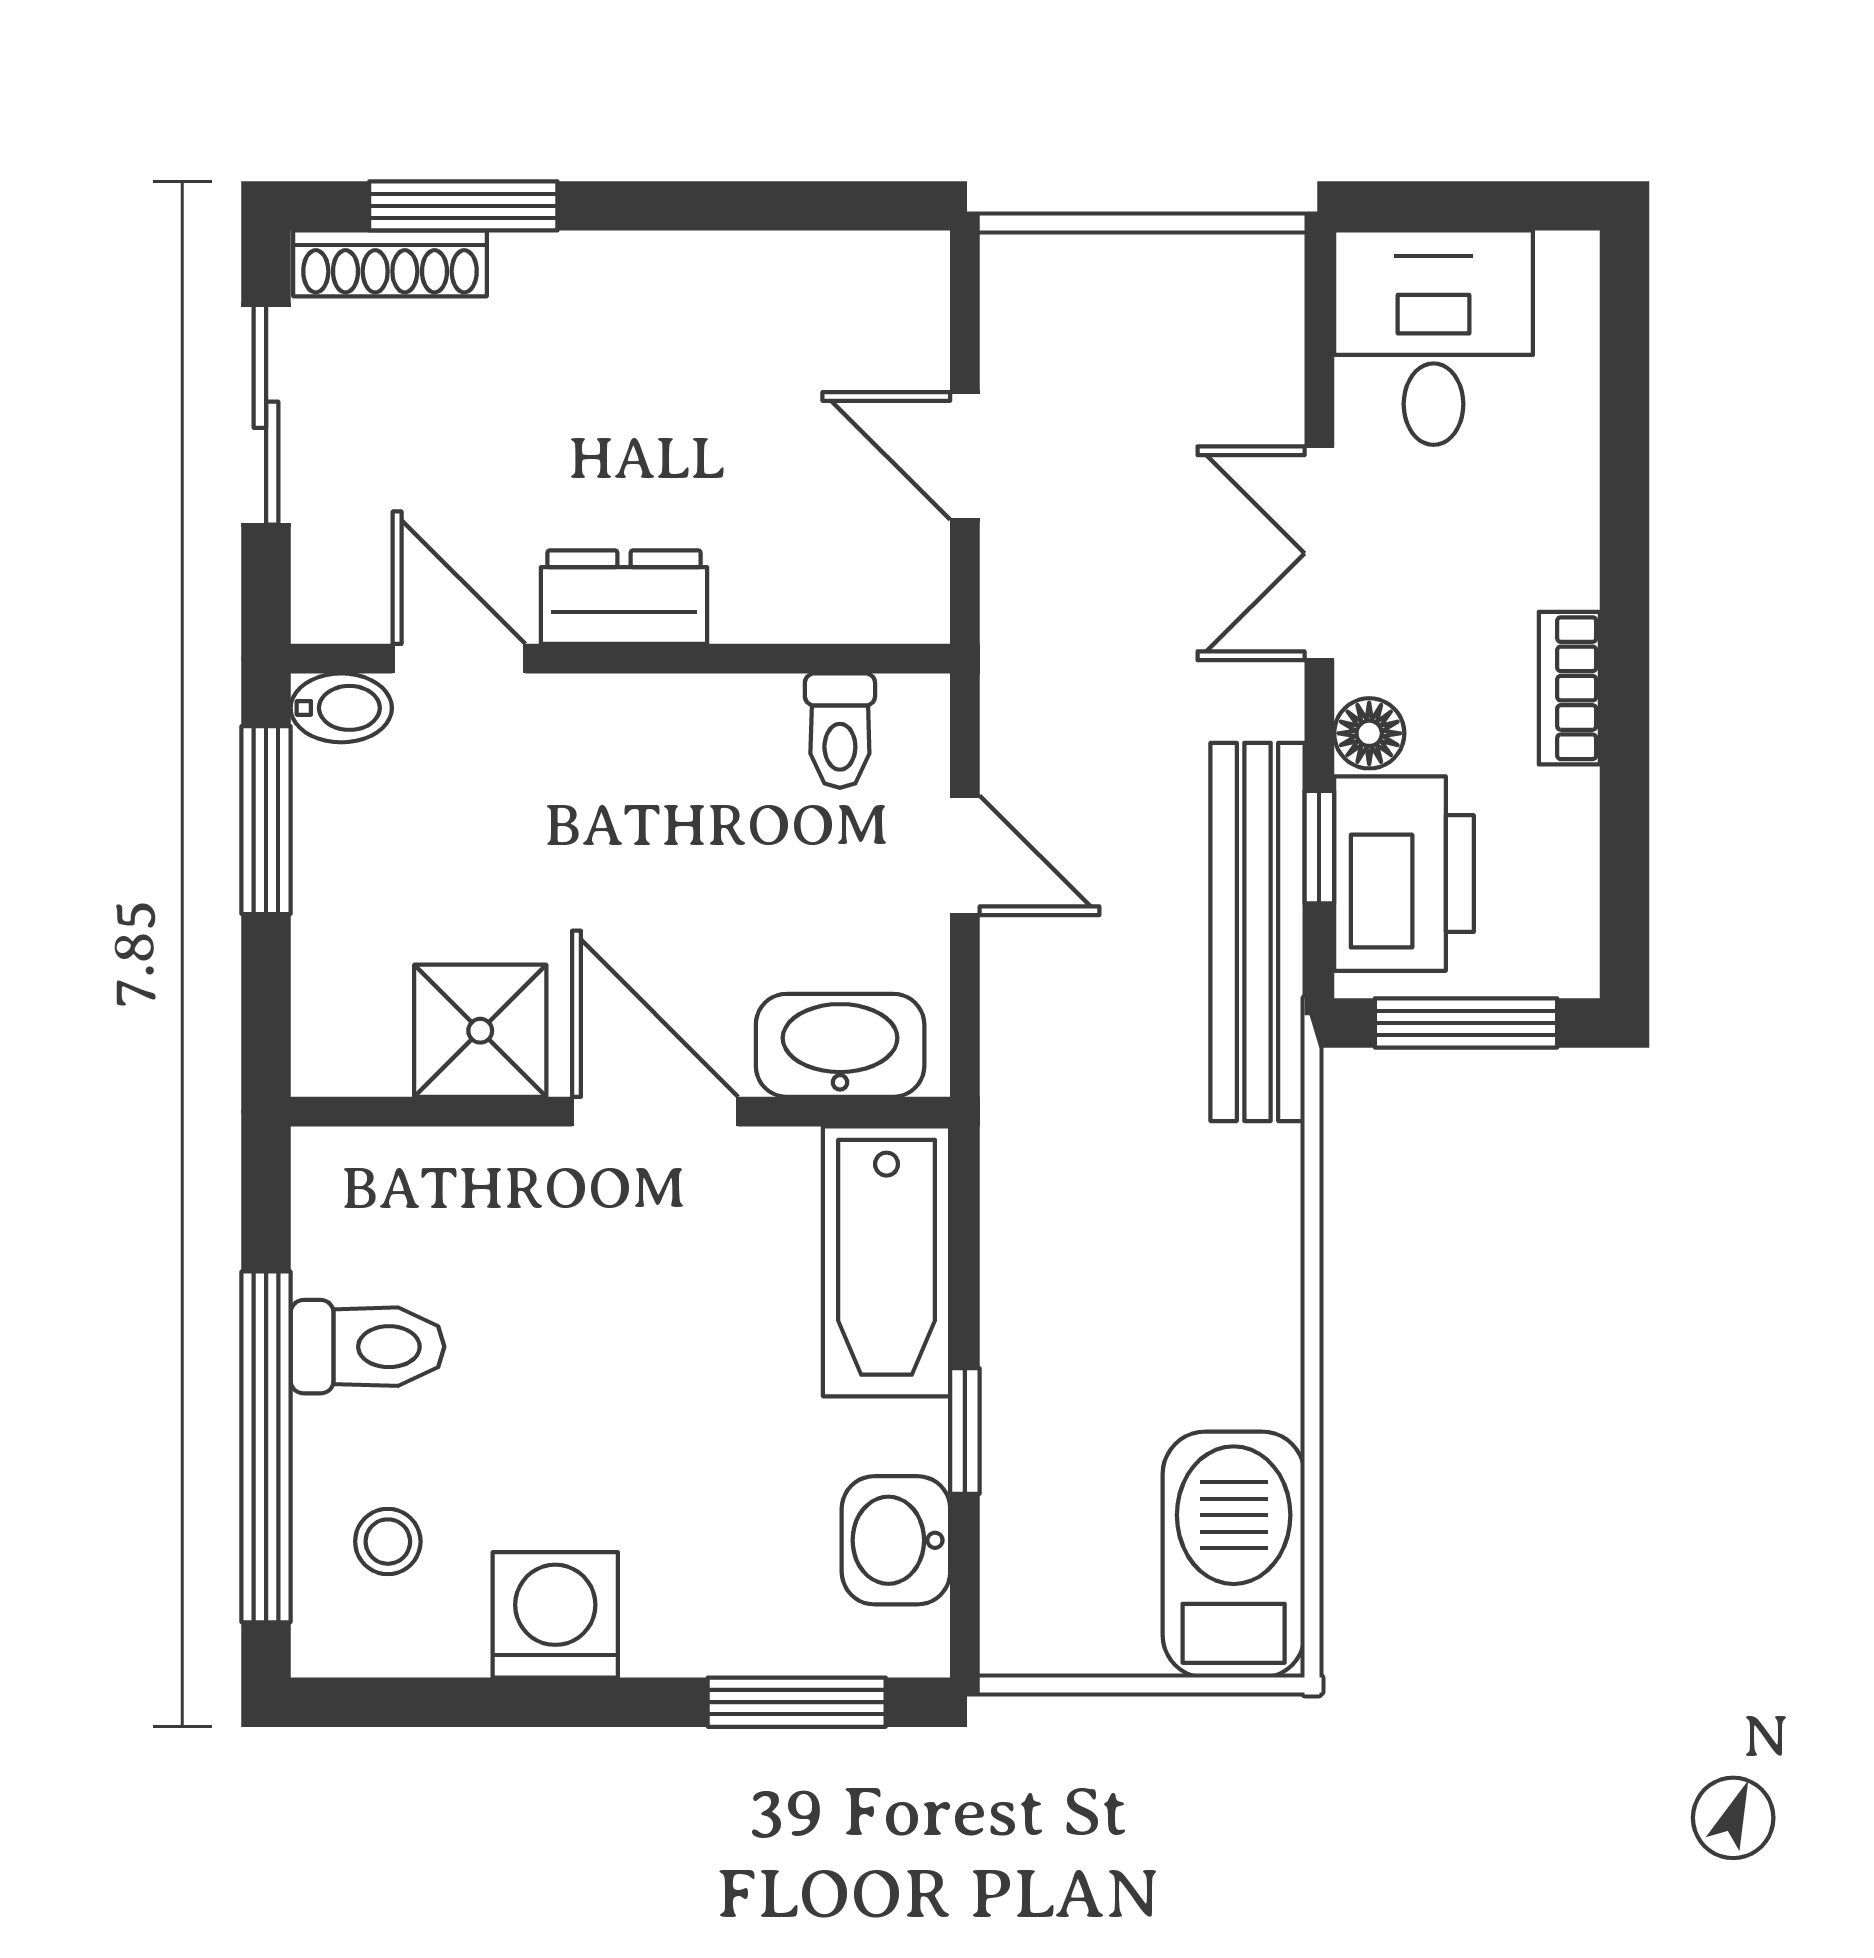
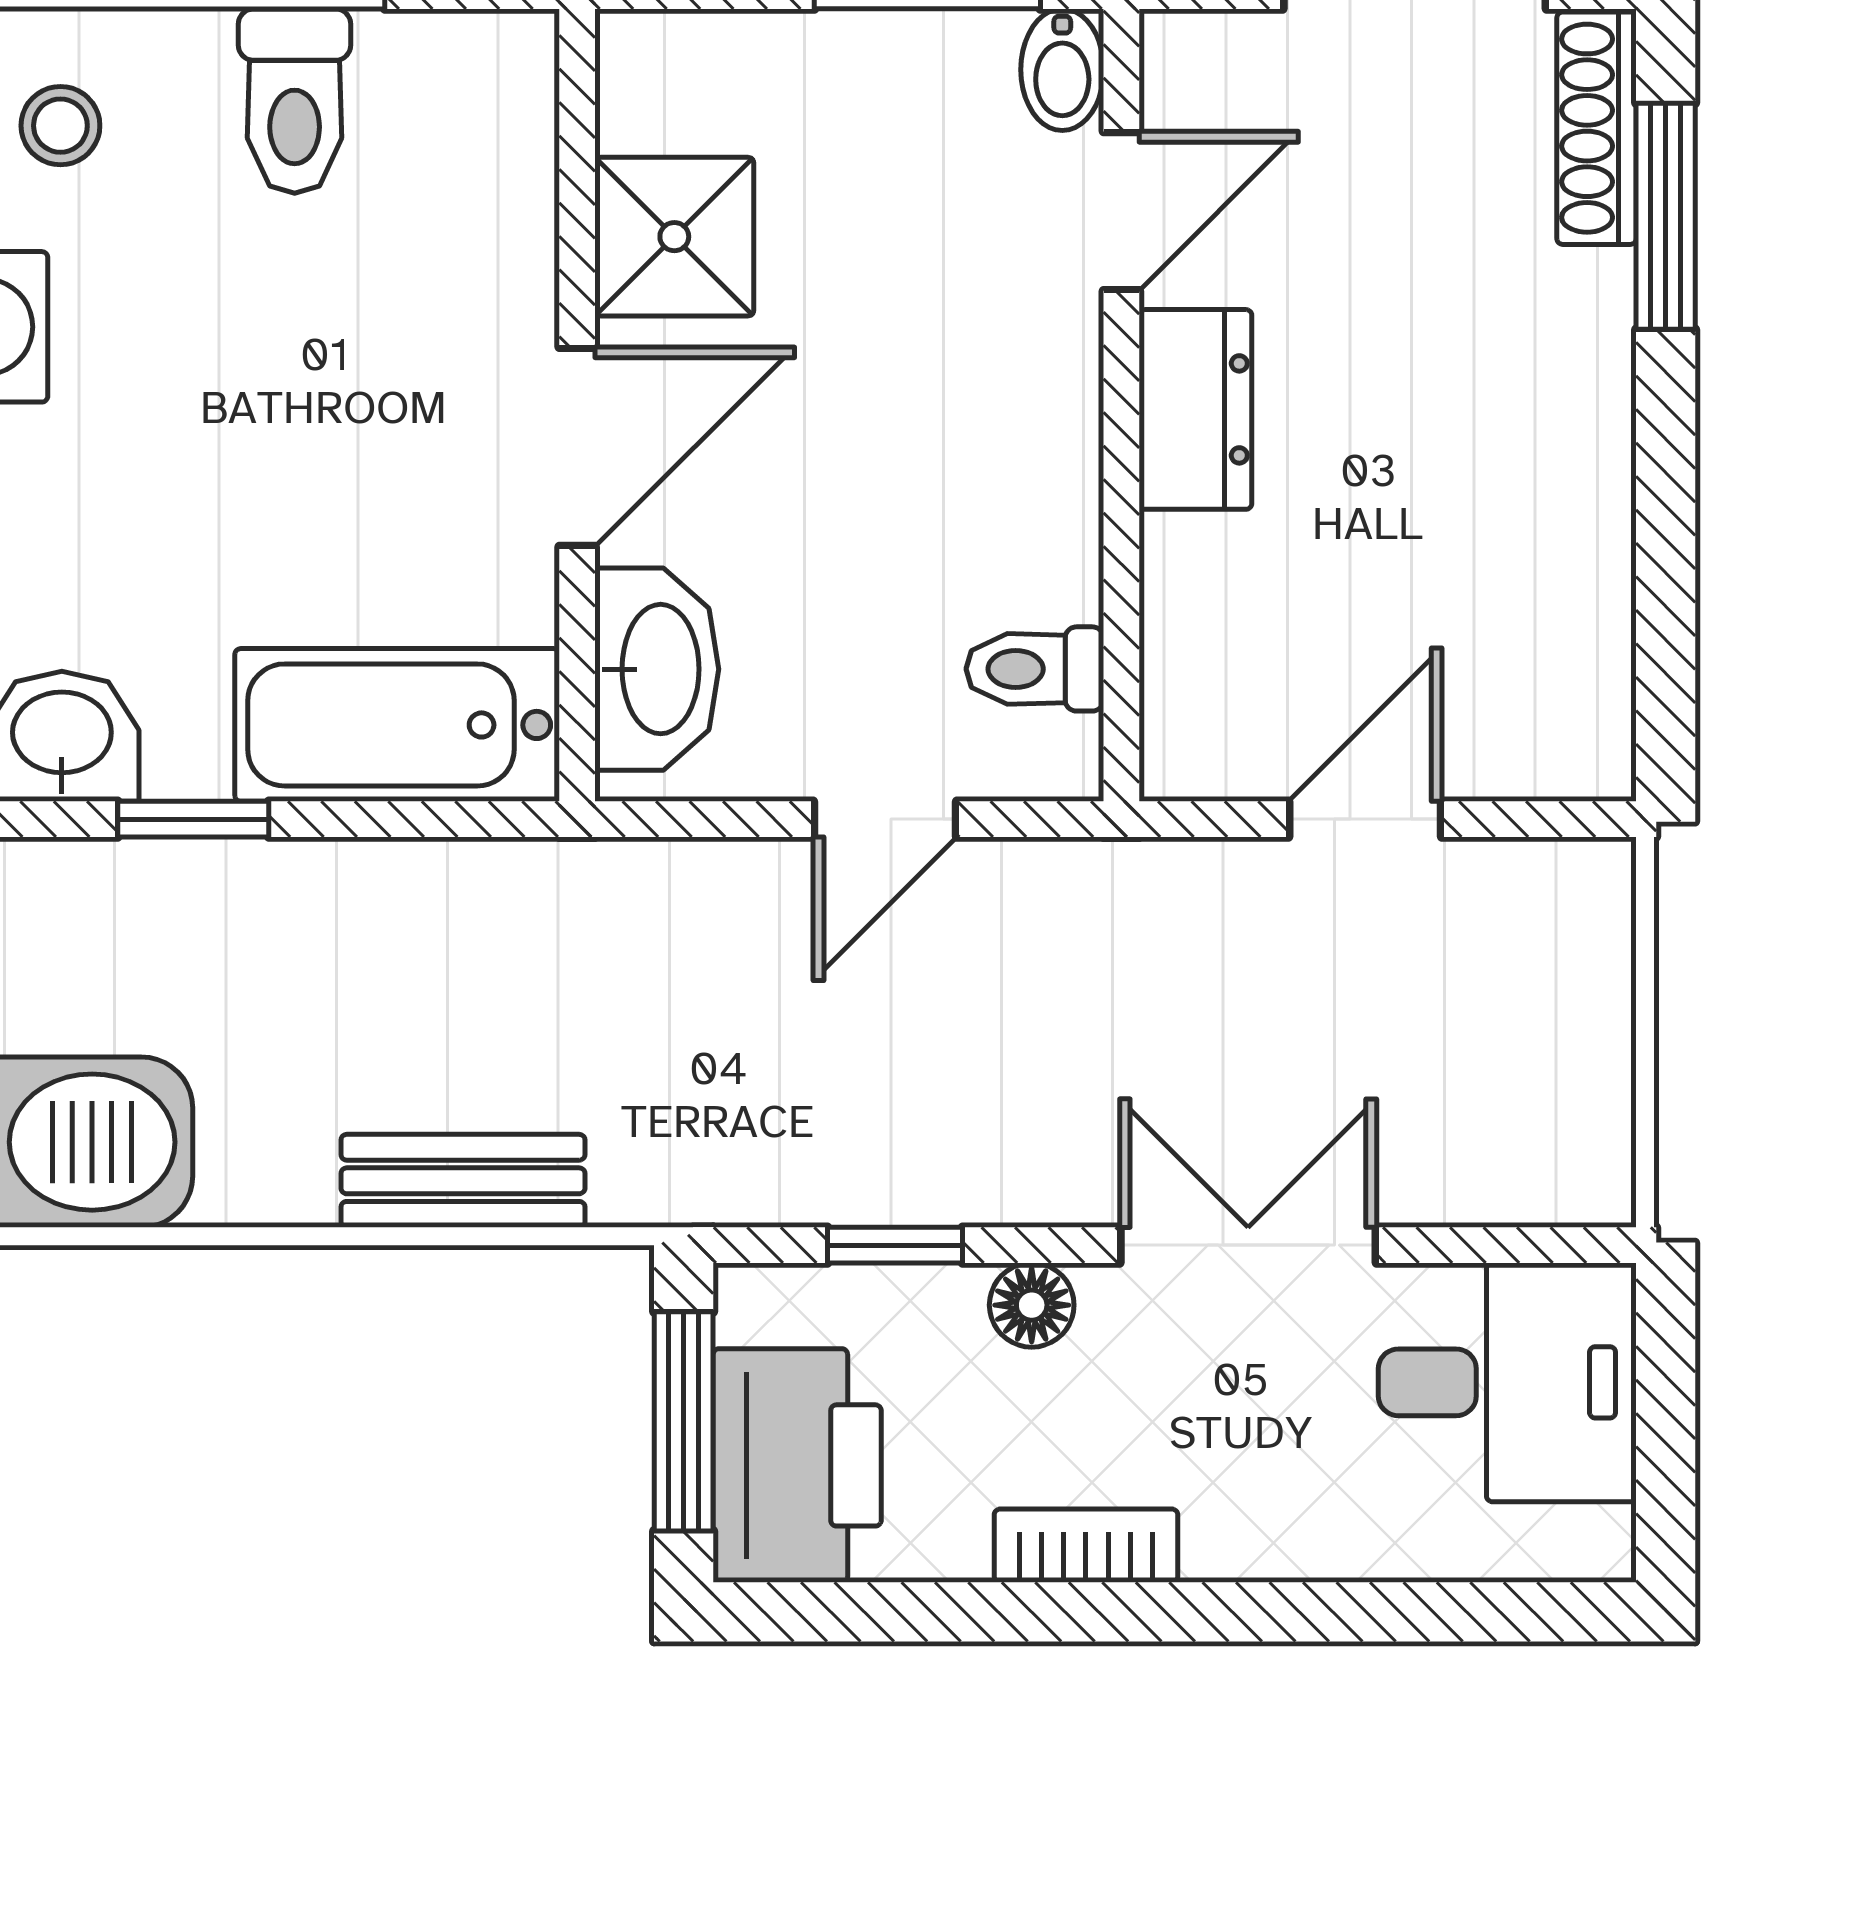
printer: (1404, 874) -> (797, 1465), moved, turned -90
bench: (1258, 932) -> (463, 1181), moved, width x0.54, depth x0.82

